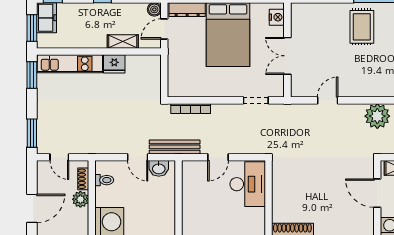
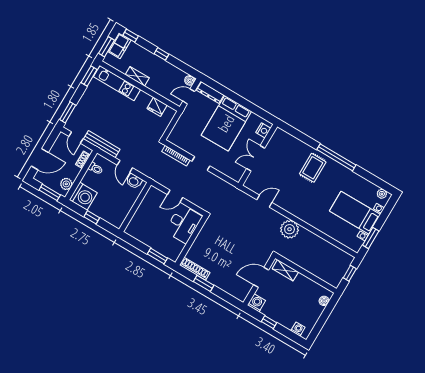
shelving: (123, 41) -> (137, 76), moved
fridge: (114, 64) -> (157, 107), moved
doorway: (256, 100) -> (201, 164), moved
bench: (175, 147) -> (102, 144), moved
door: (377, 193) -> (261, 277), hinge flipped
plant: (80, 199) -> (66, 184), moved

